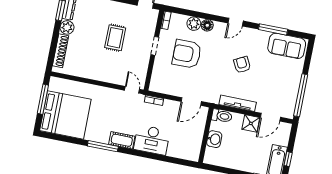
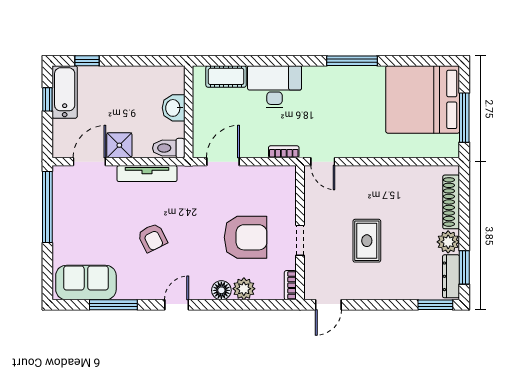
cot: (122, 140) -> (226, 76), moved

